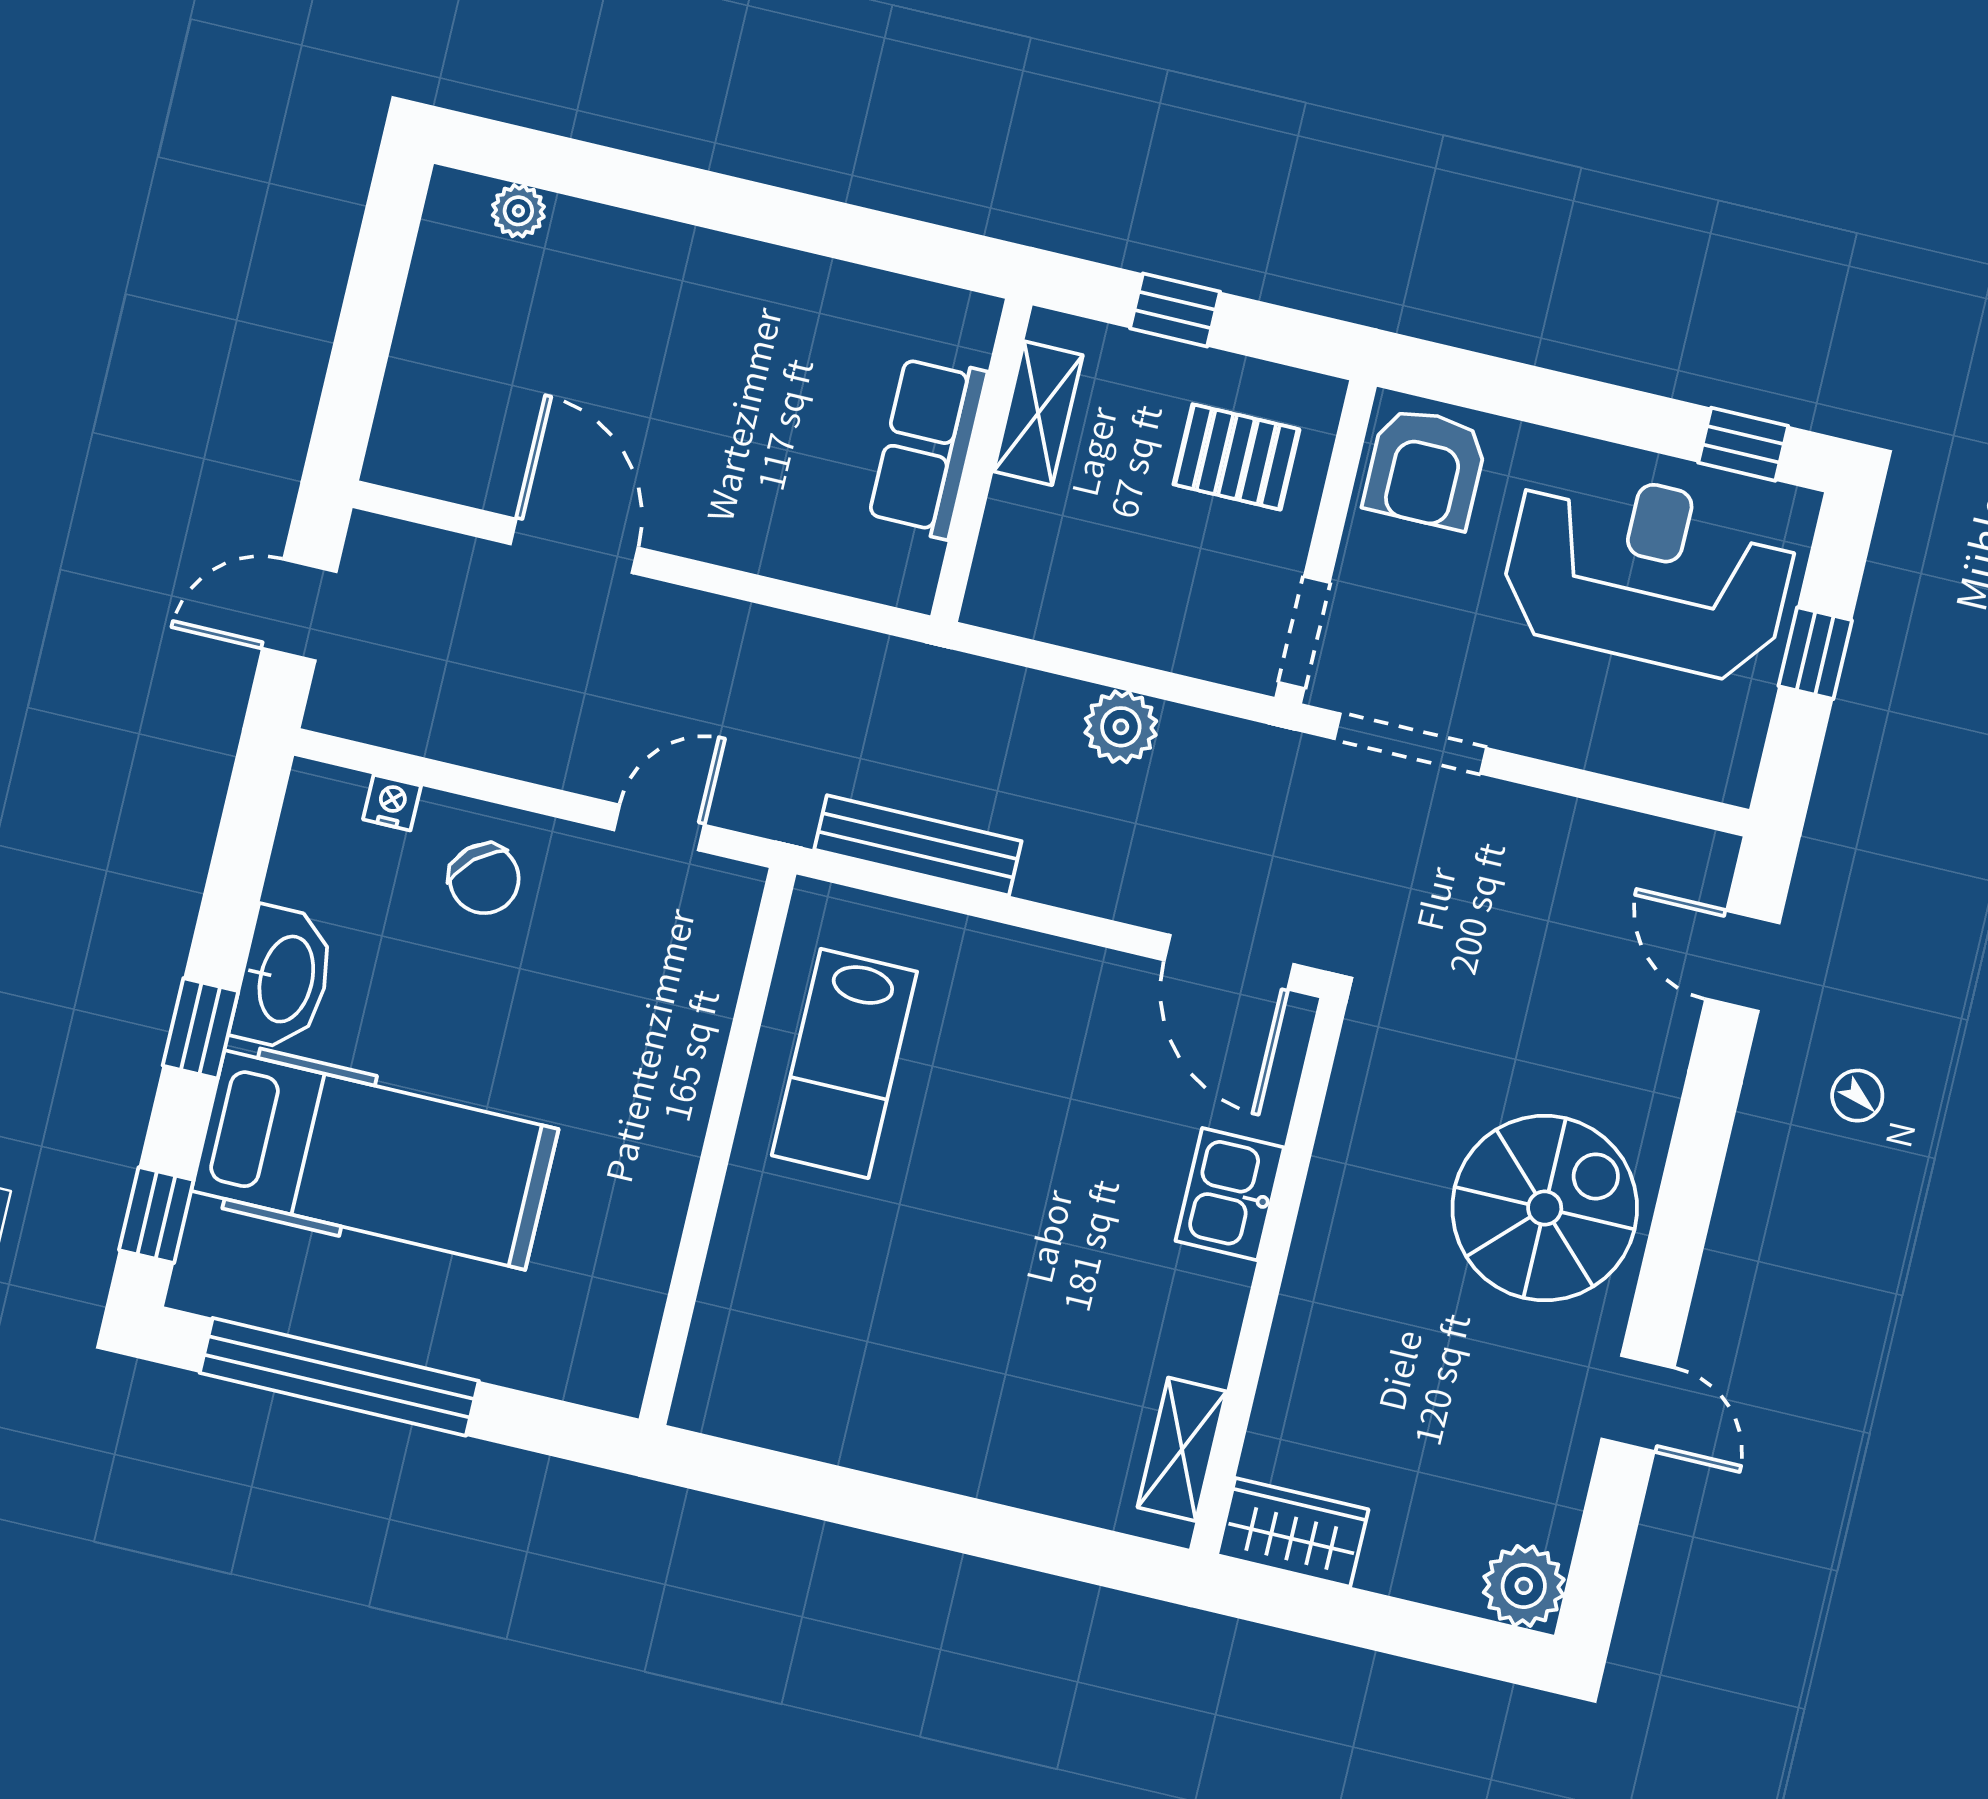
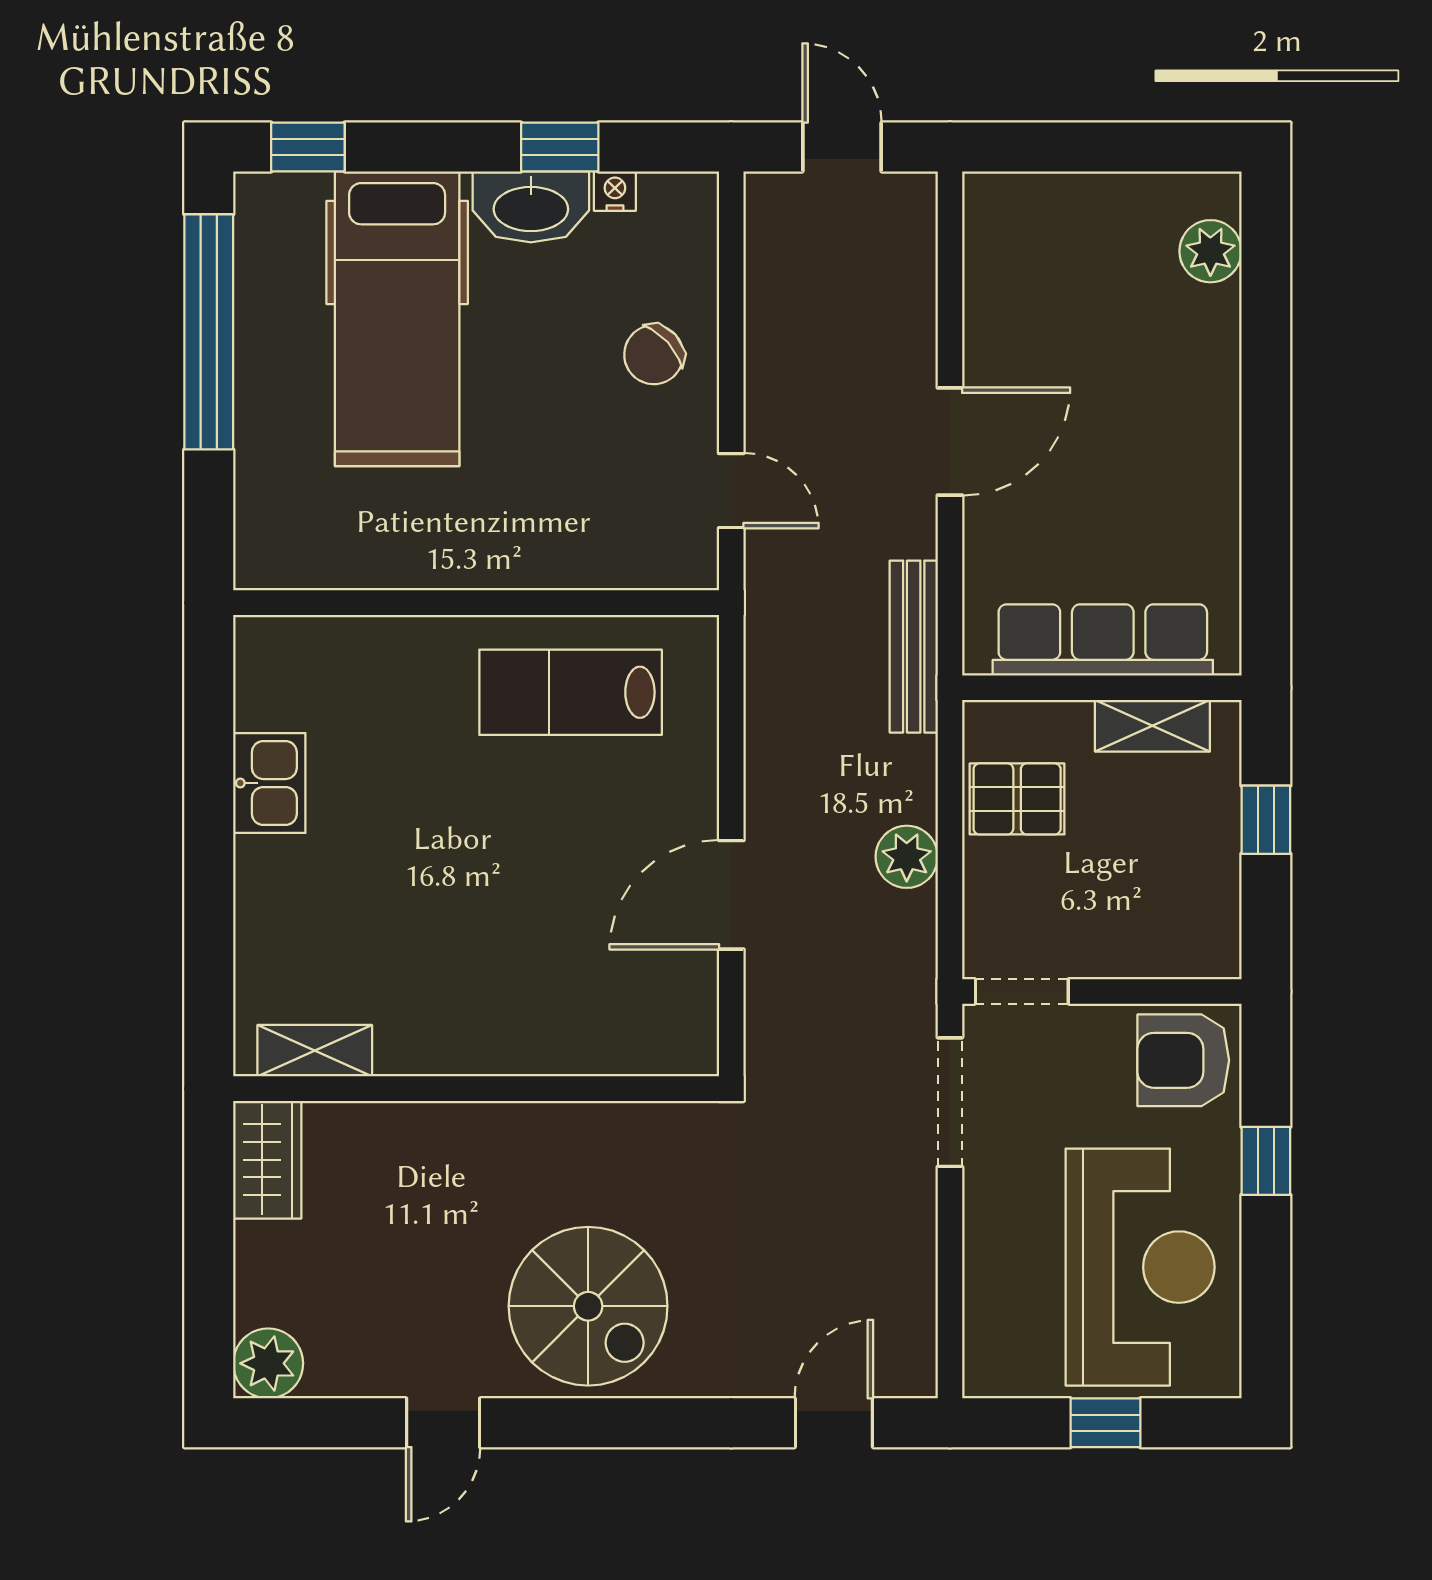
plant: (518, 211) -> (1210, 251), width x1.38, depth x1.38
window: (1743, 444) -> (1266, 1161), moved
row of seats: (928, 447) -> (1103, 640), width x1.48
pallet: (1236, 457) -> (1017, 799), moved, turned 90
door: (574, 546) -> (950, 442), moved
nightstand: (392, 803) -> (615, 191), moved, turned -90
bench: (918, 845) -> (914, 647), moved
door: (1229, 962) -> (731, 895), moved
window: (200, 1028) -> (560, 147), moved
kitchen sink: (1230, 1194) -> (269, 783), moved, turned 90

